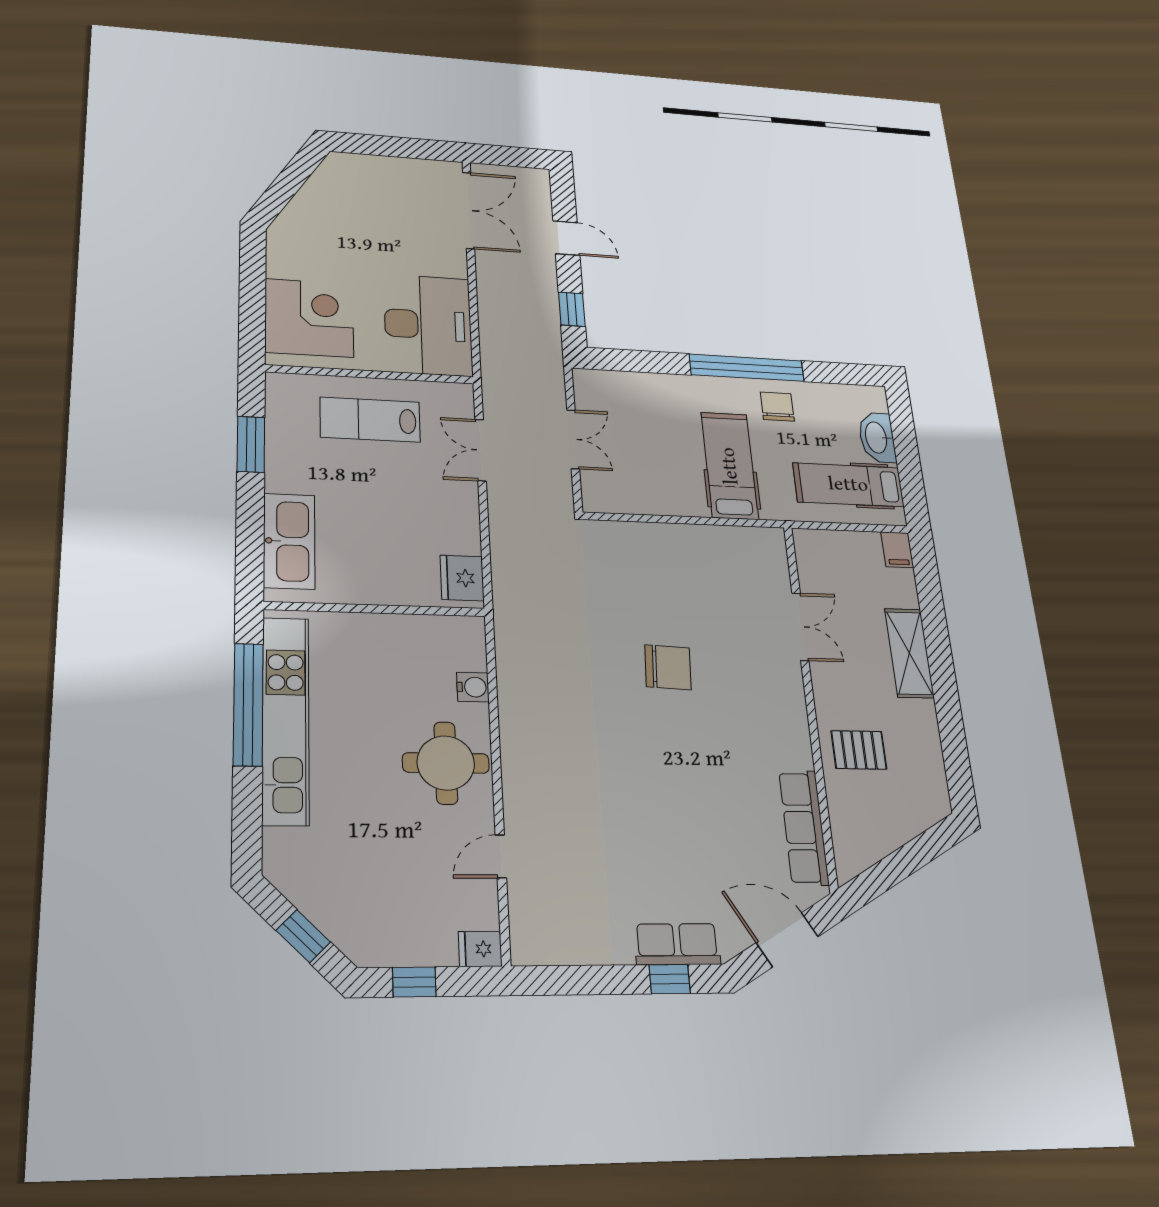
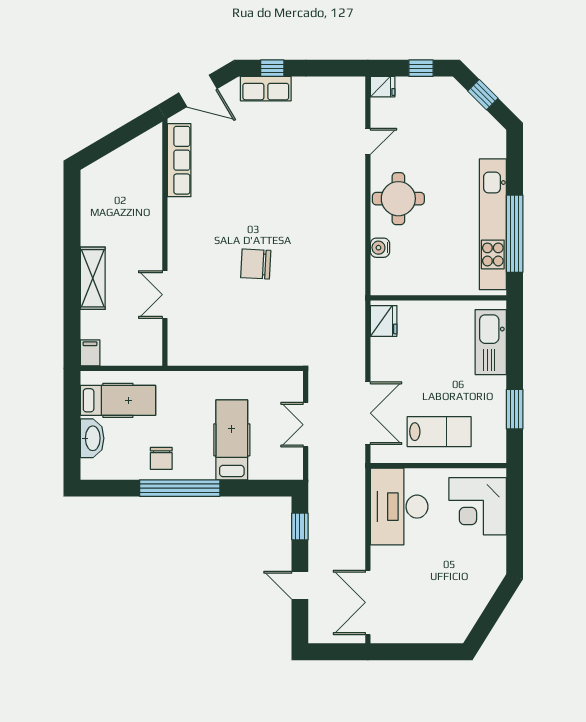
double door: (481, 450) -> (368, 413), width x1.37
hospital bed: (730, 466) -> (232, 440), moved, turned 180
pallet: (859, 750) -> (137, 211), removed

